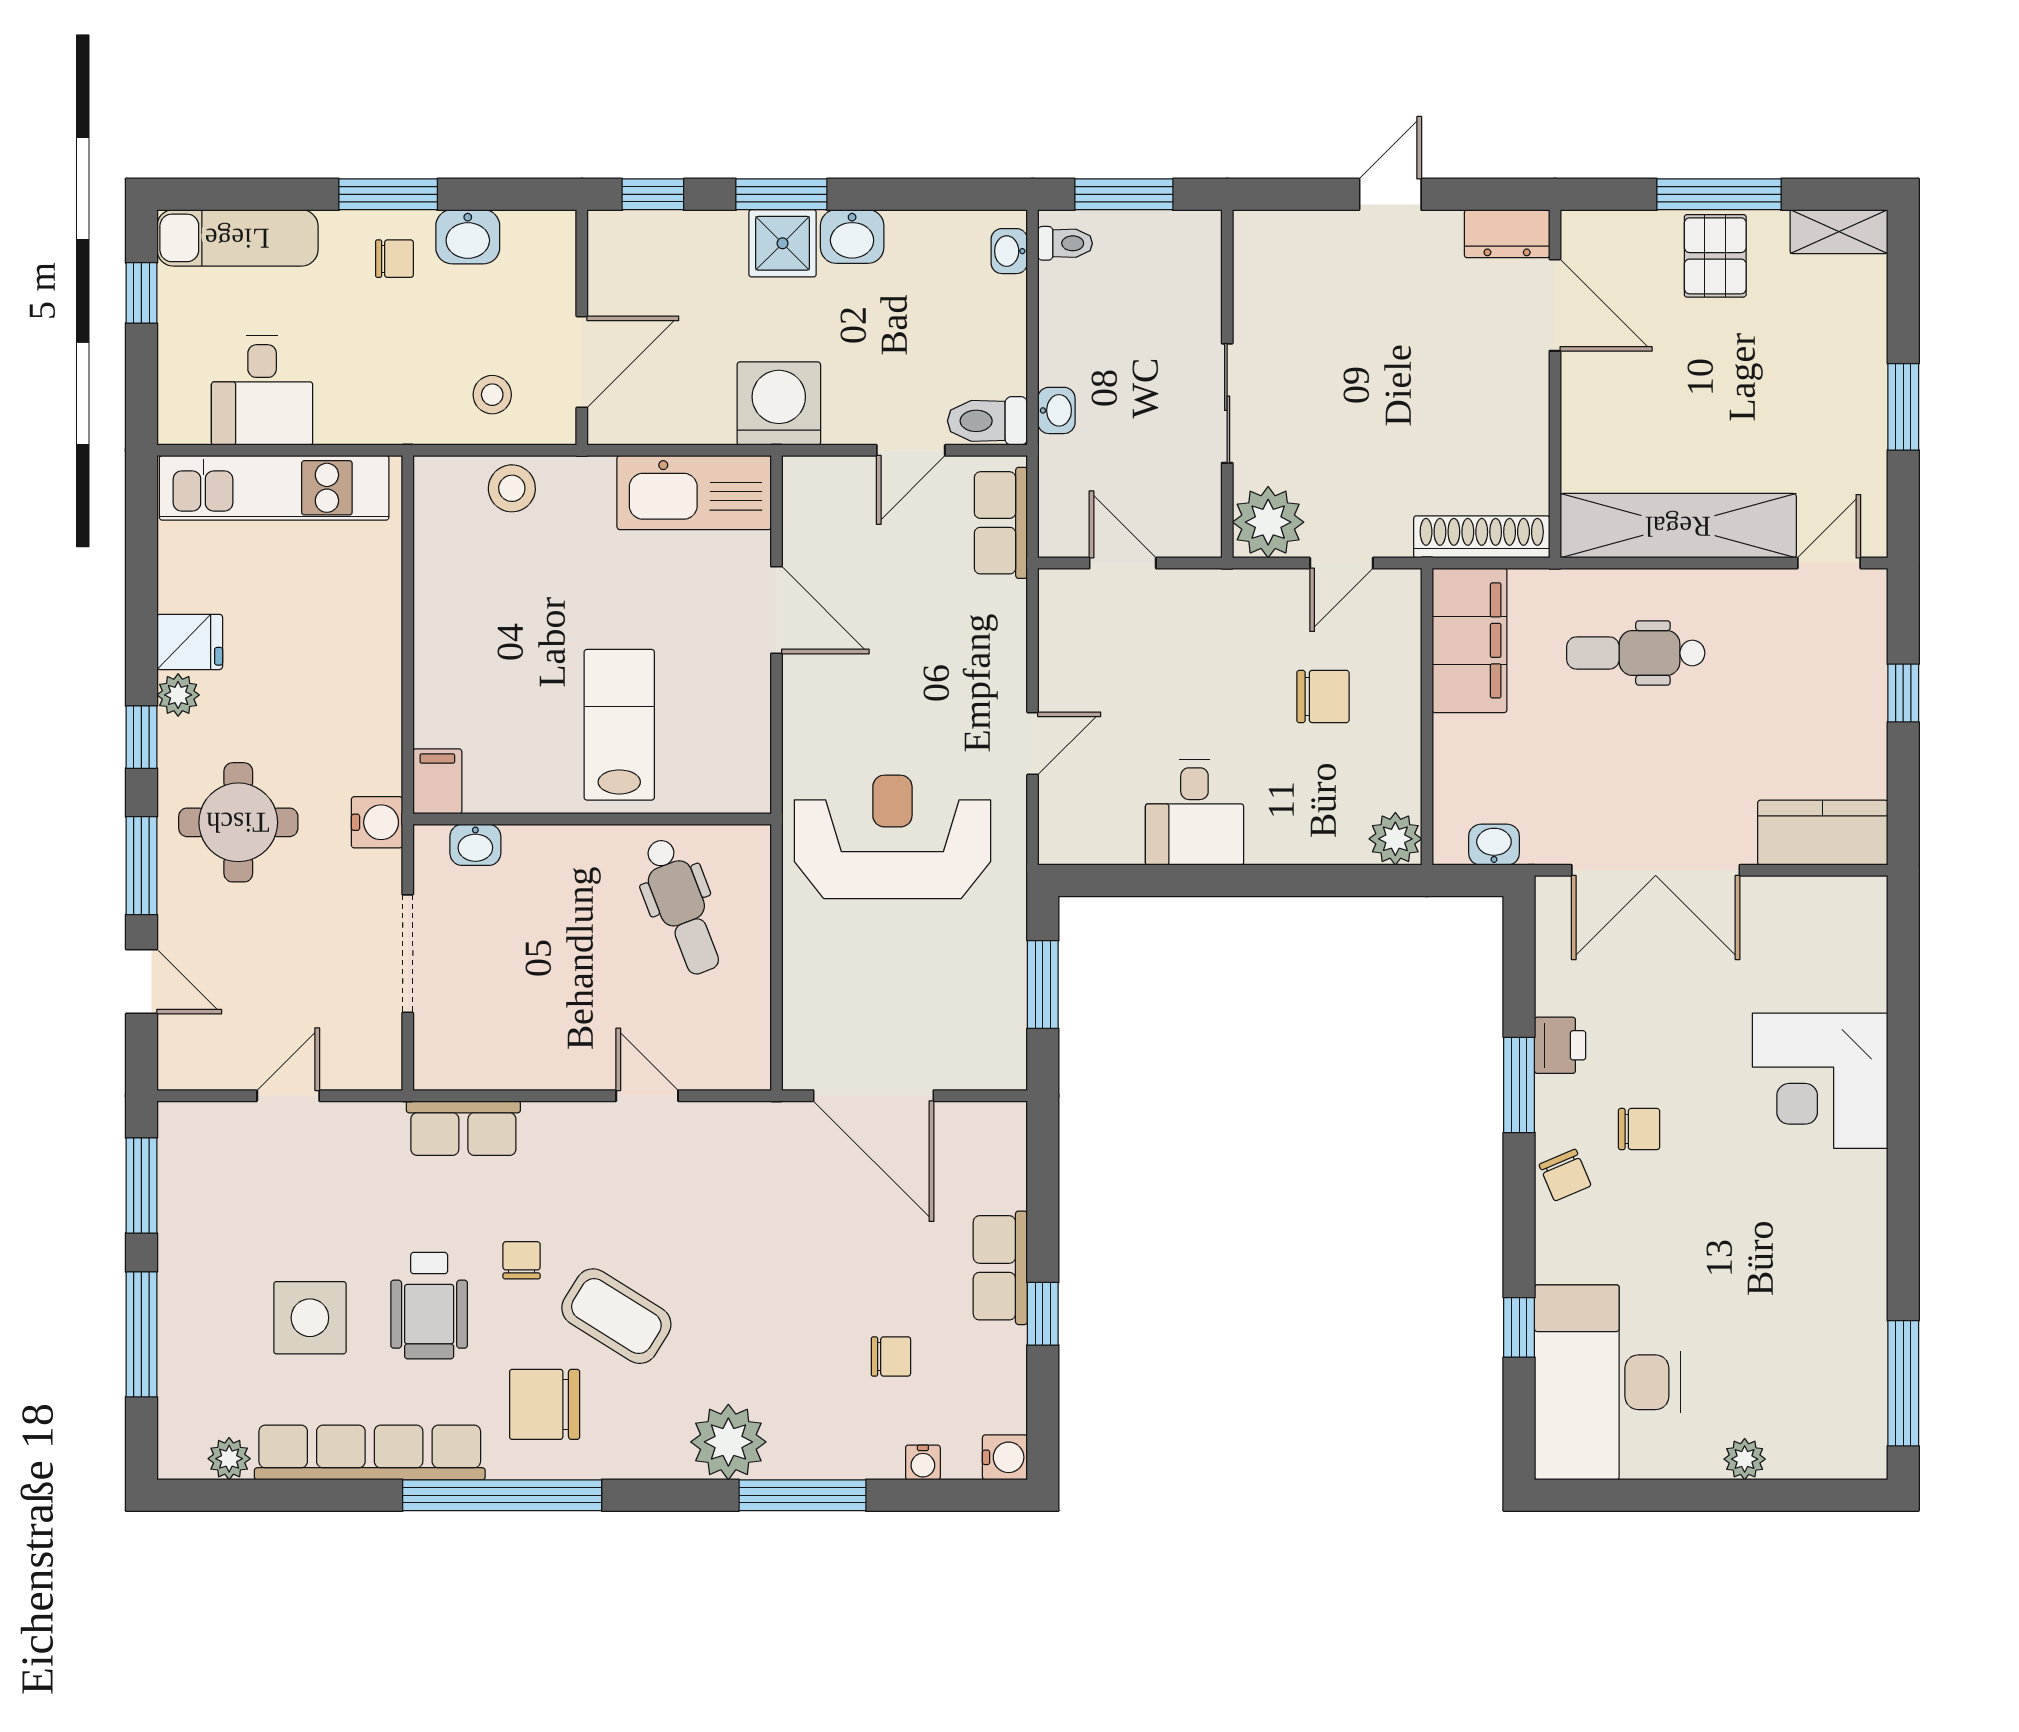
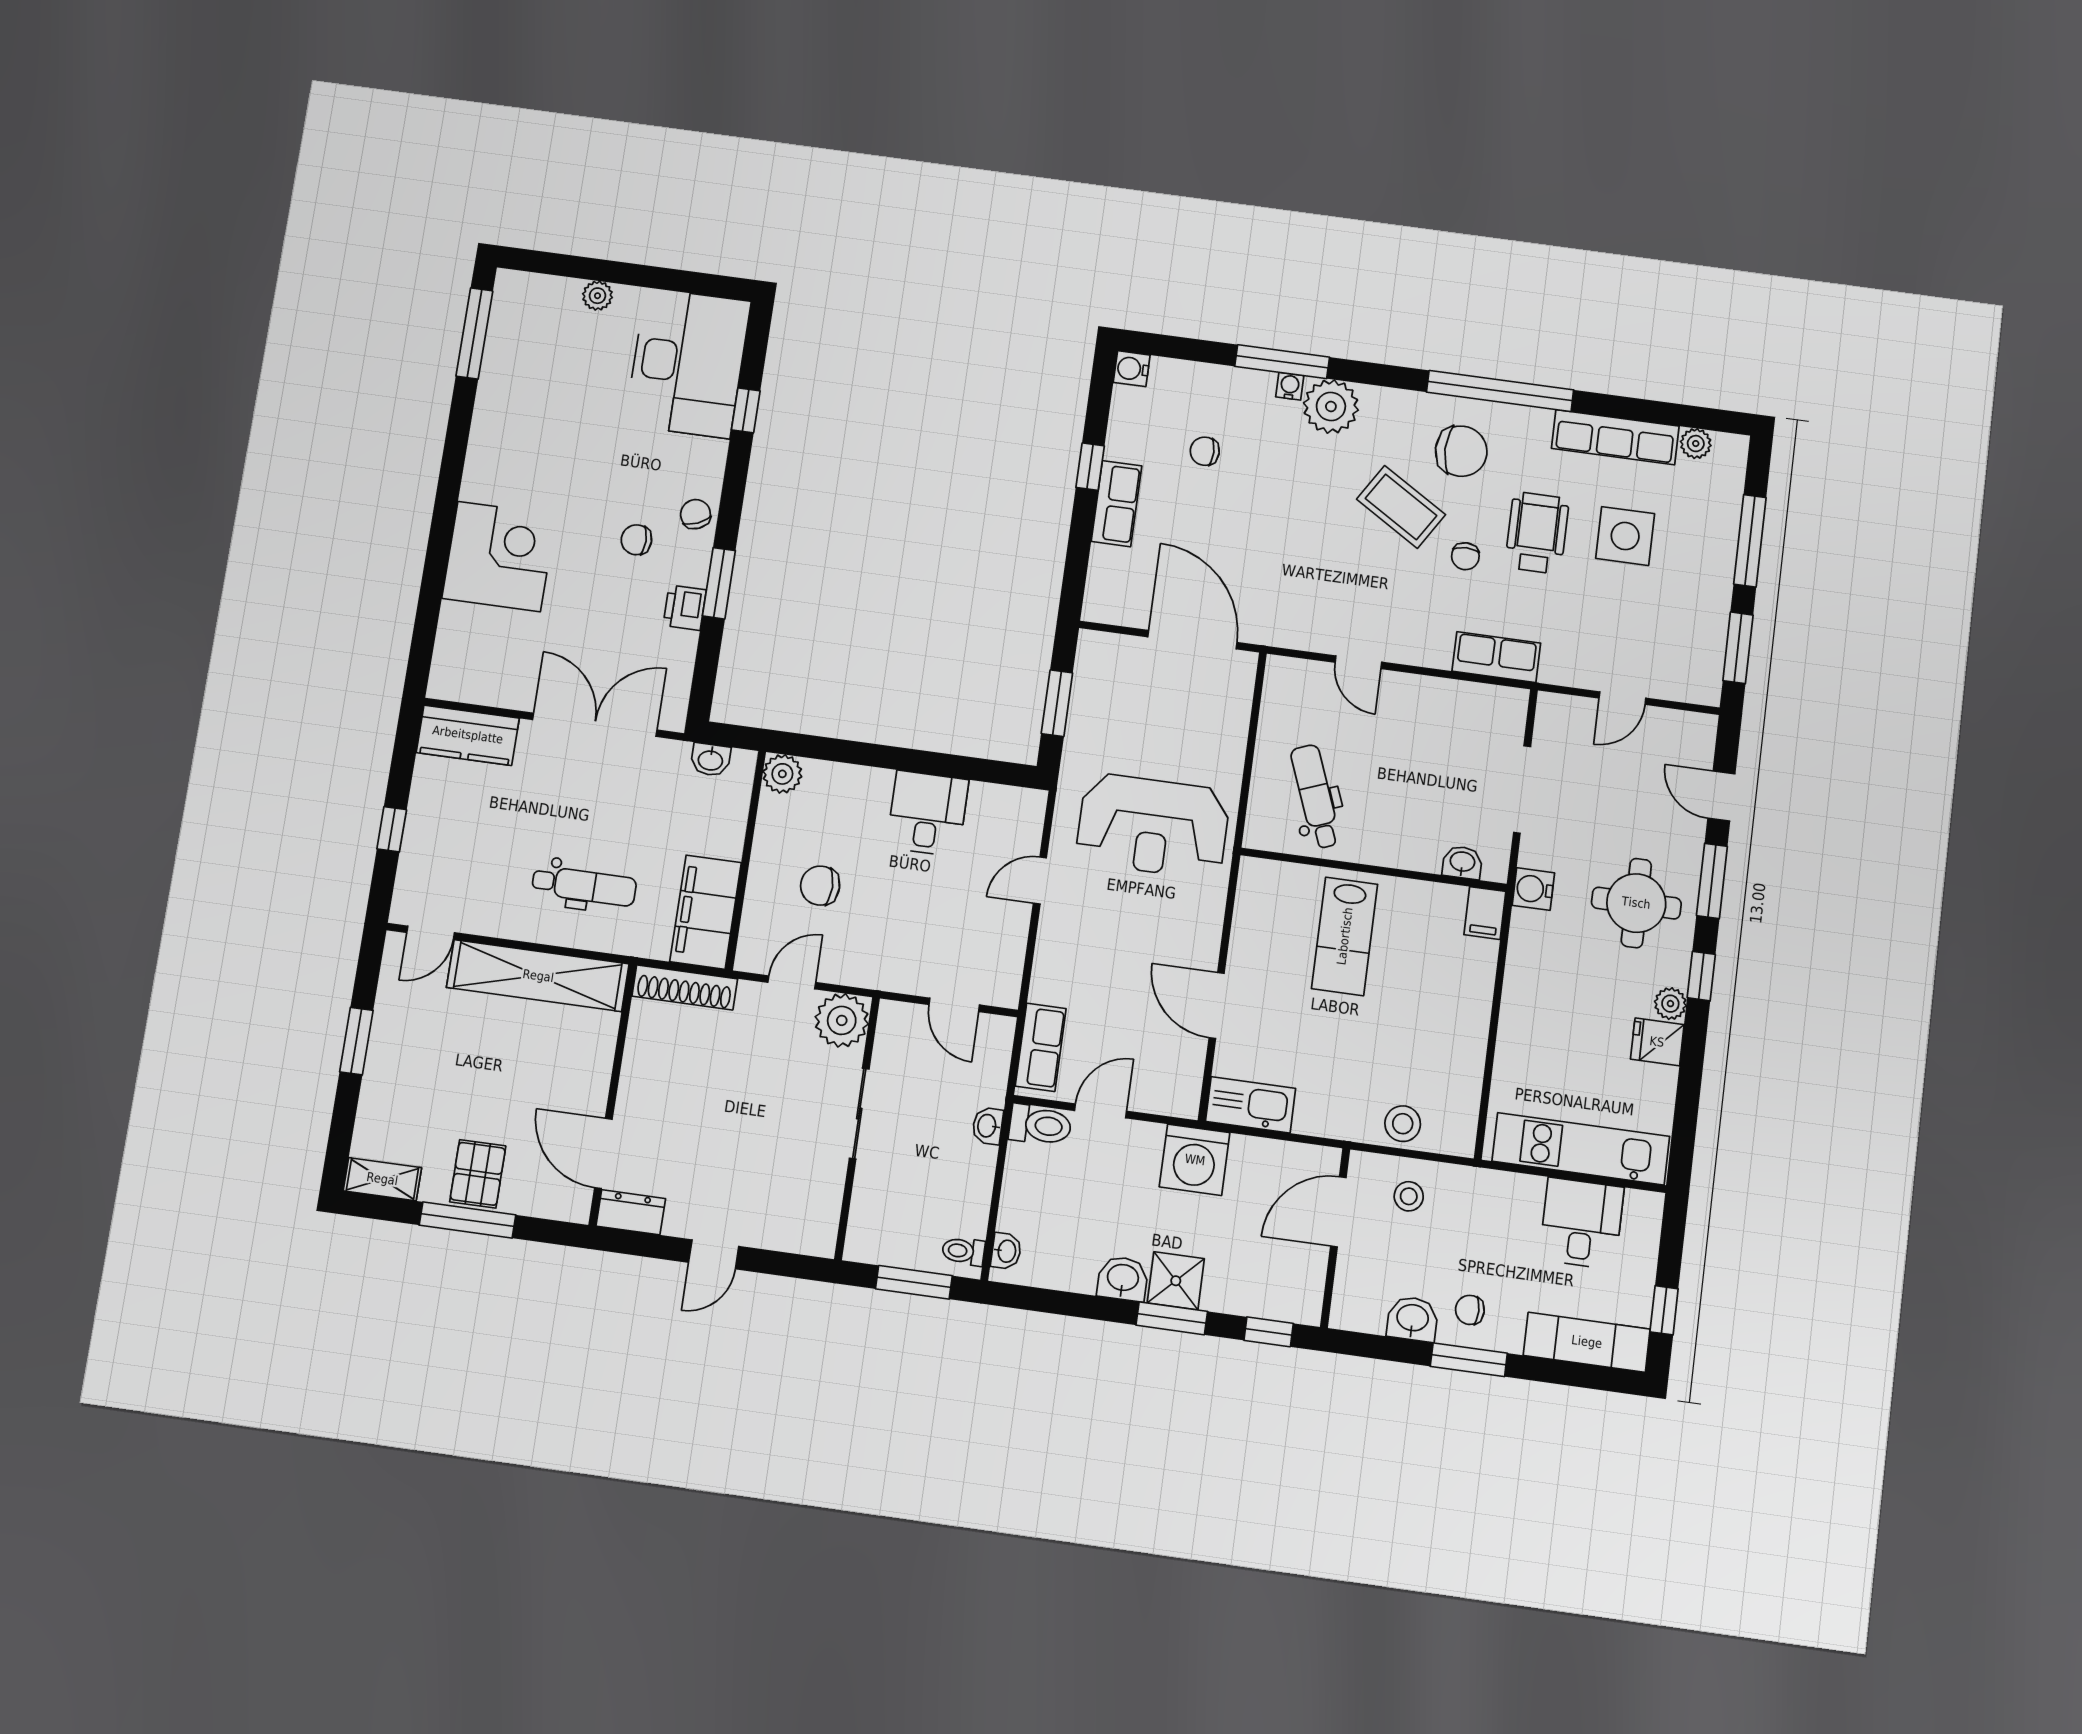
kitchen sink: (694, 493) -> (1251, 1105), width x0.73, depth x0.81
row of seats: (370, 1452) -> (1615, 437), width x0.73
water cooler: (923, 1462) -> (1290, 386), moved

